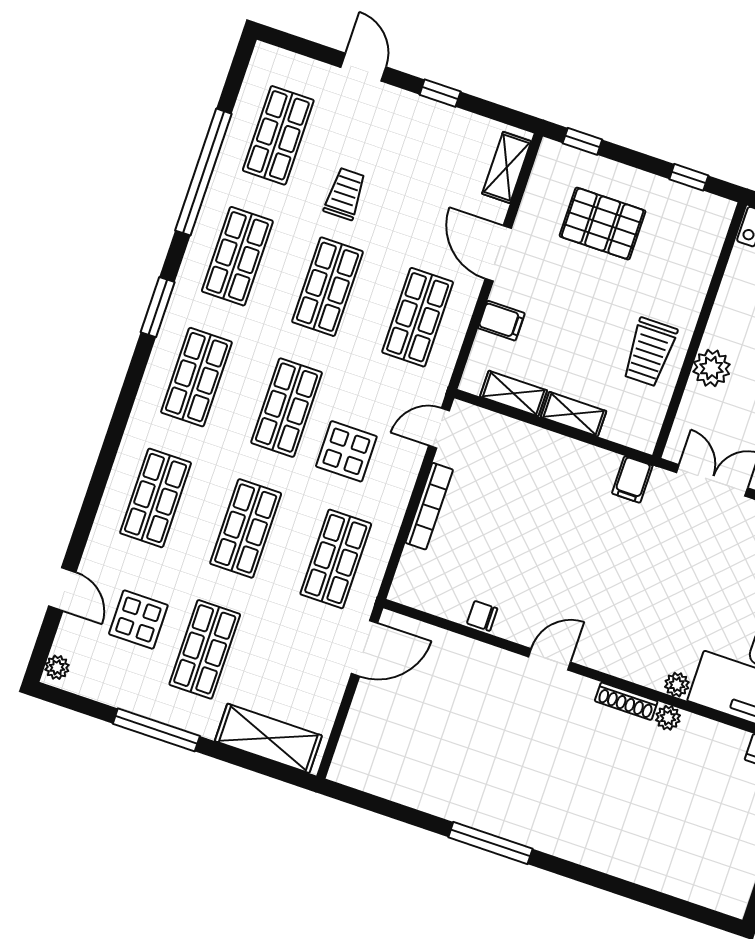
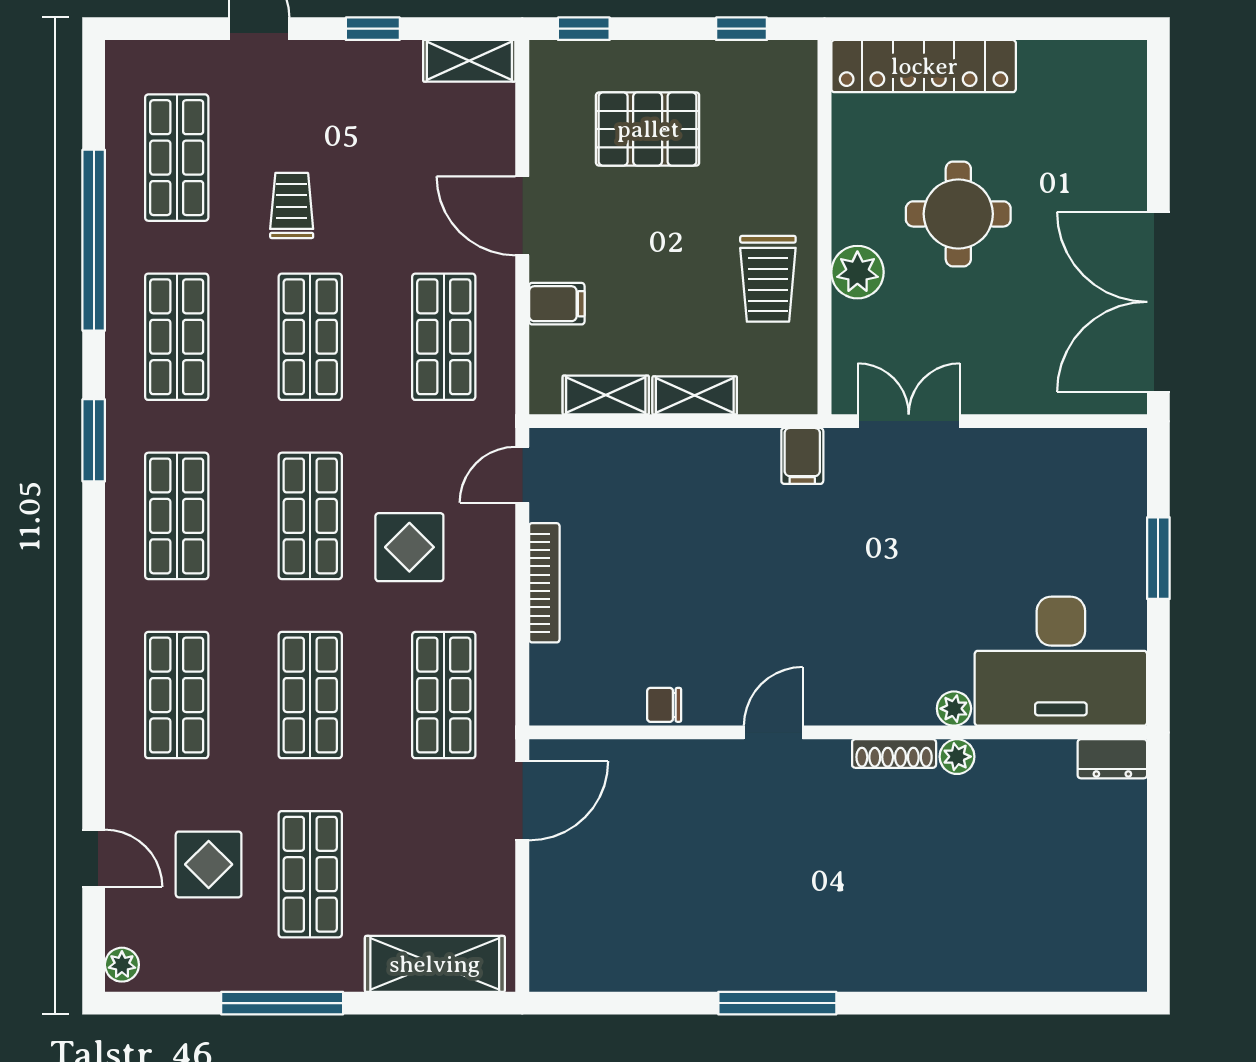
shelving: (507, 167) -> (469, 61), moved, turned 90

